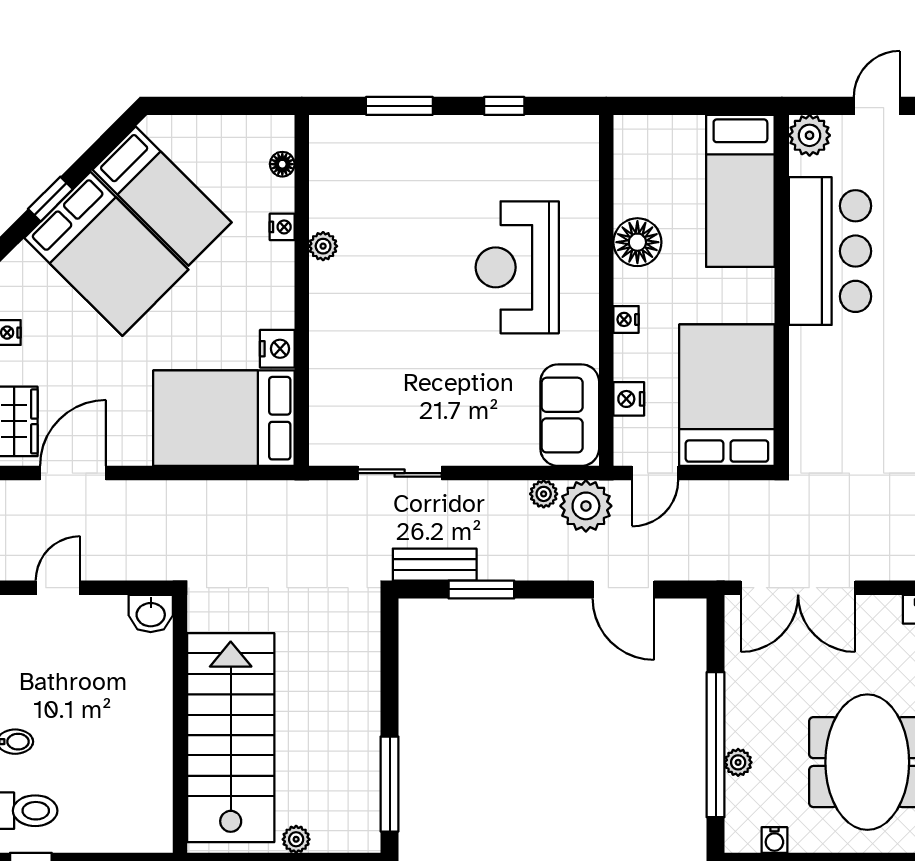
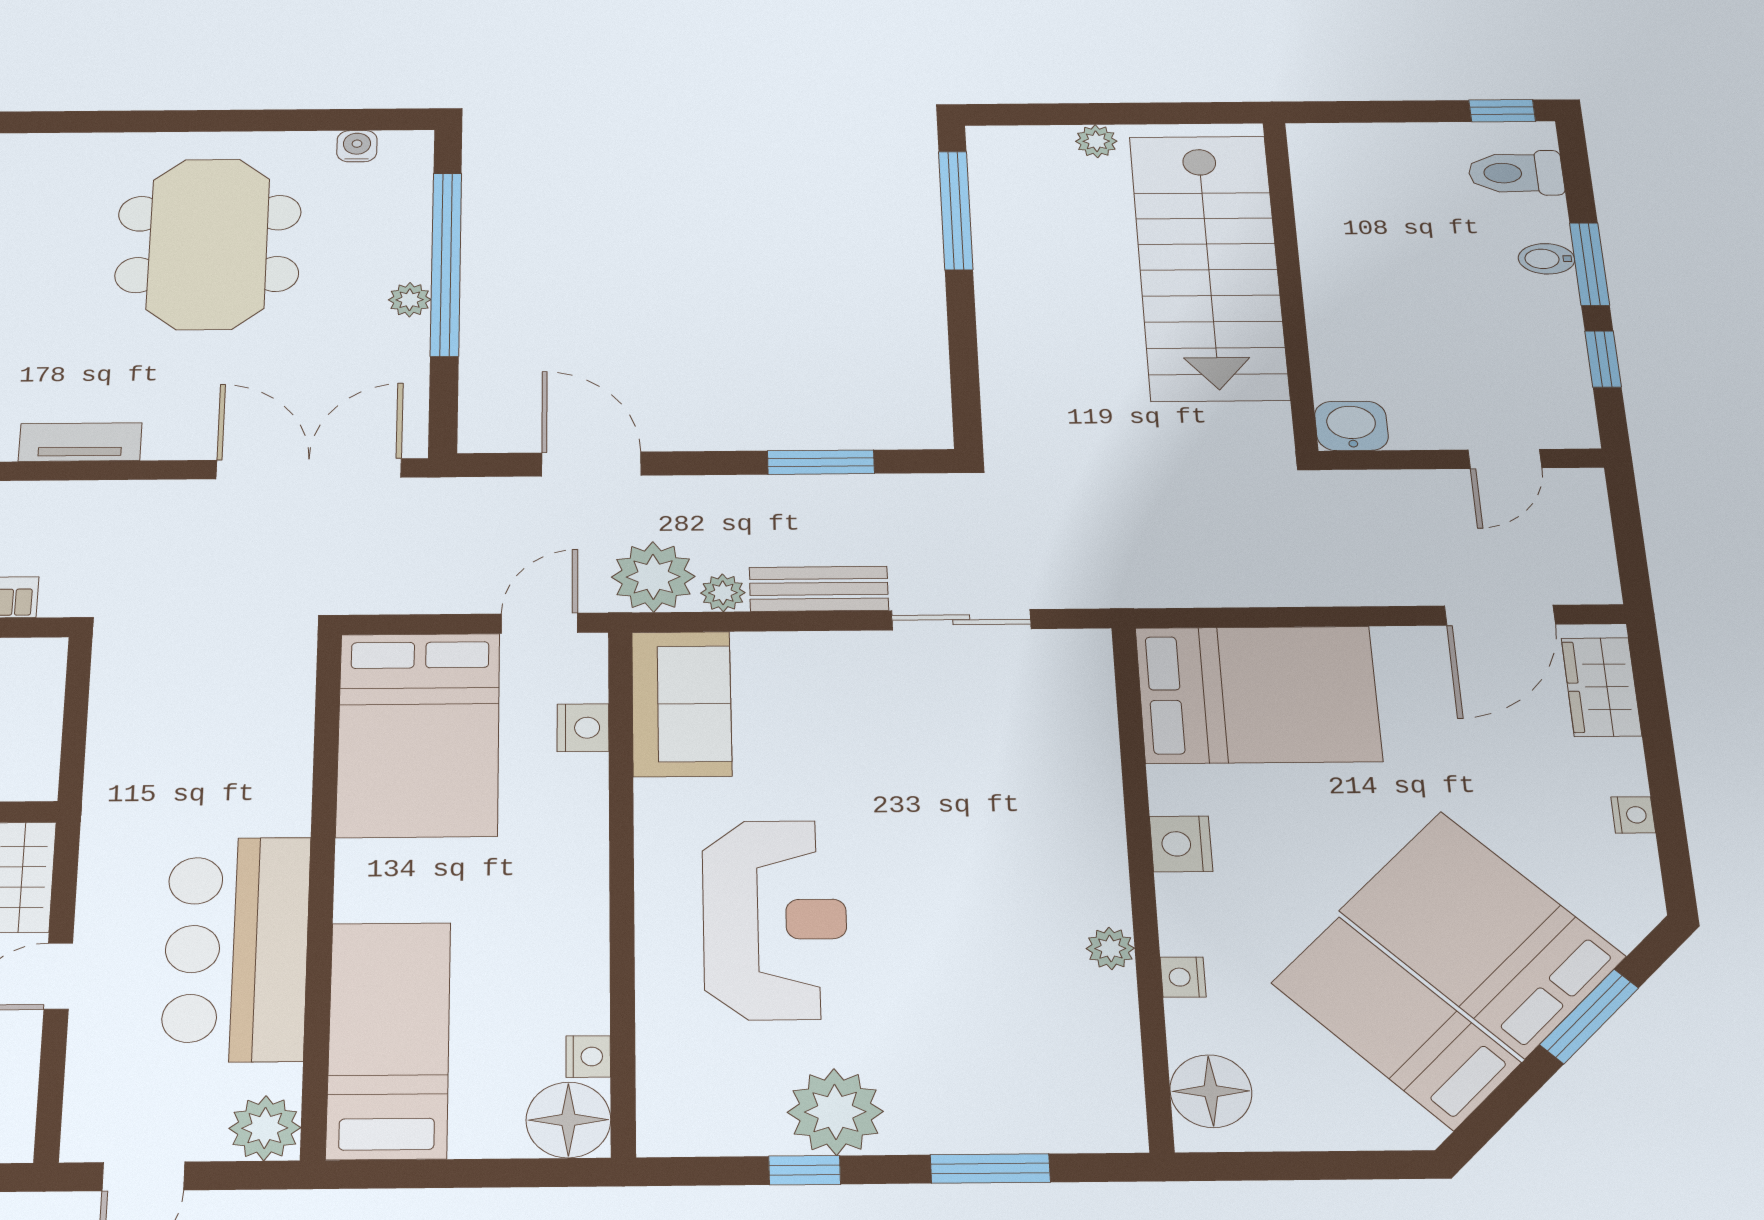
plant: (486, 142) -> (835, 1112), added
floor lamp: (282, 164) -> (1211, 1091), width x1.89, depth x1.89
window: (50, 199) -> (1589, 1016), width x1.50
floor lamp: (637, 242) -> (568, 1120), moved
nightstand: (626, 319) -> (588, 1057), moved
nightstand: (277, 349) -> (1181, 844), moved
bench: (435, 565) -> (819, 589), moved
plant: (738, 762) -> (410, 300), moved

